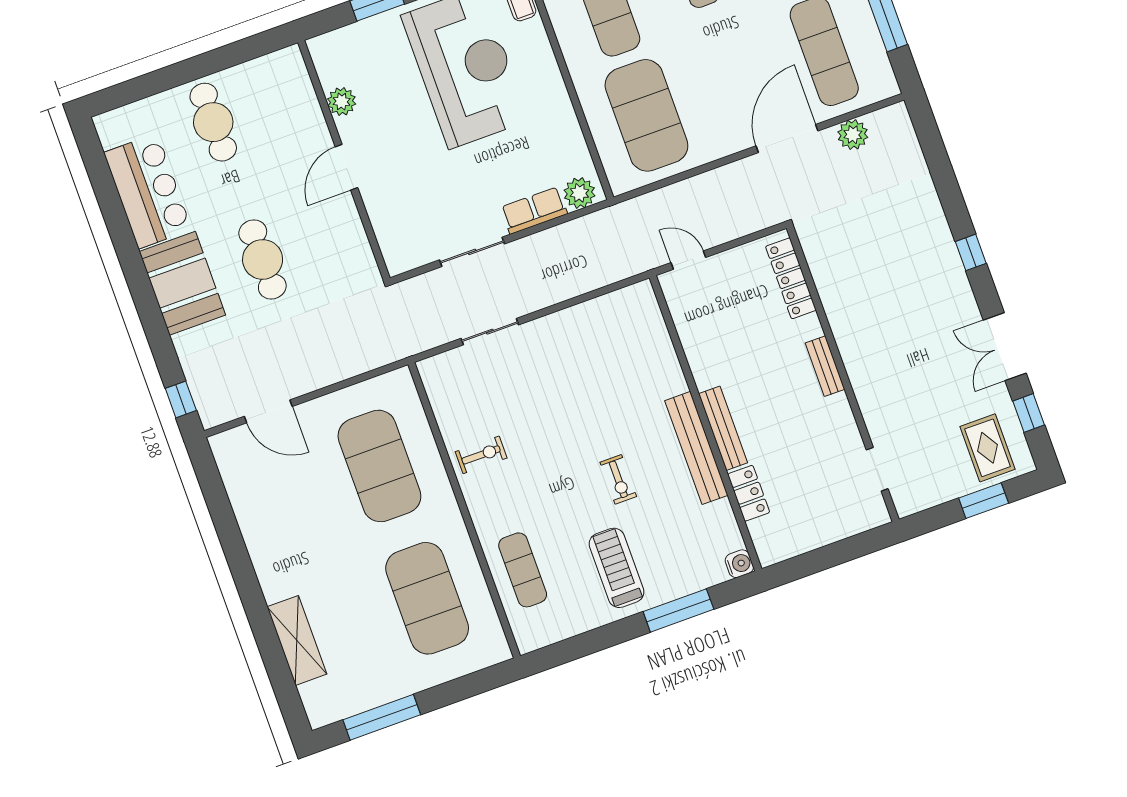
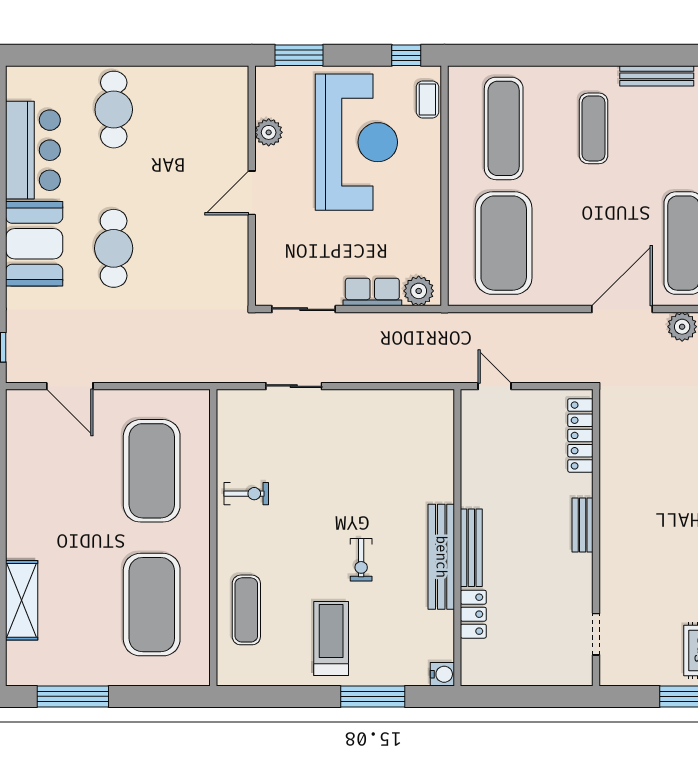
plant: (342, 102) -> (269, 132), moved
wall: (344, 160) -> (252, 186), moved
door: (346, 167) -> (252, 193), moved

